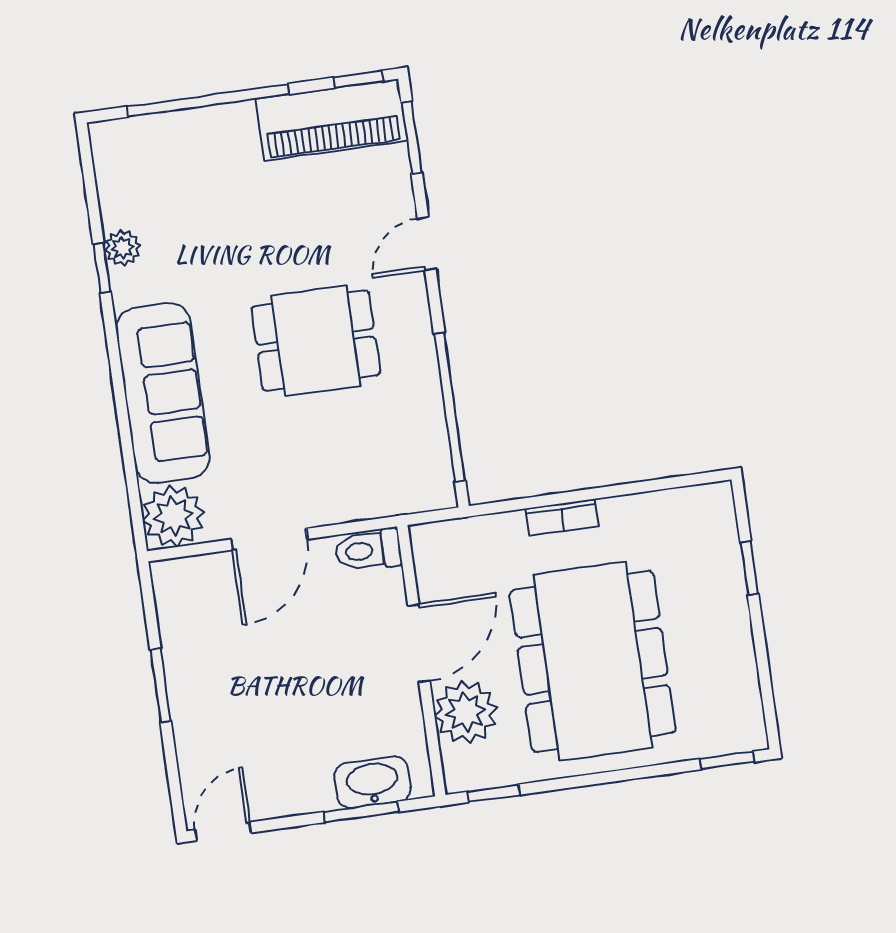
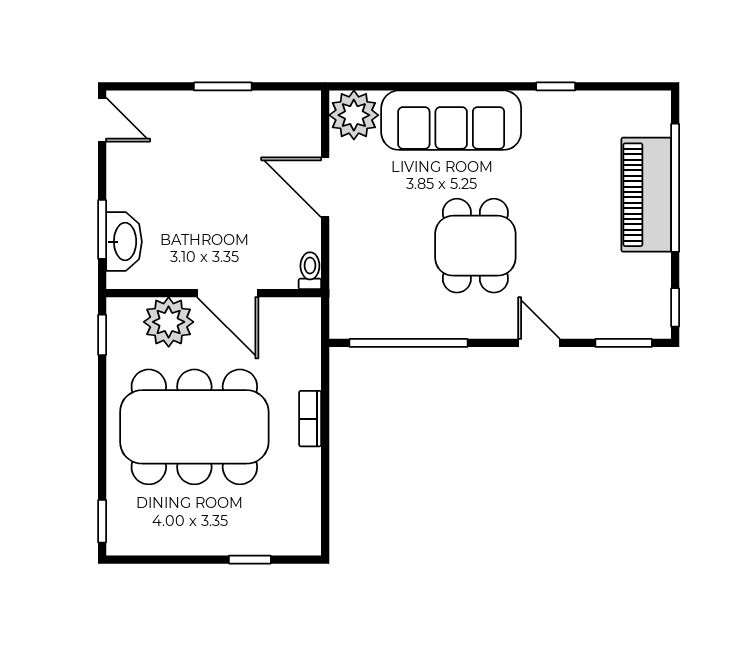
piano: (331, 120) -> (646, 195), moved
plant: (122, 248) -> (569, 105), removed
toilet: (368, 550) -> (310, 271), width x0.73, depth x0.72

